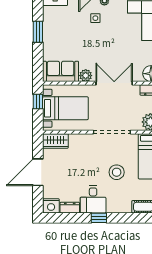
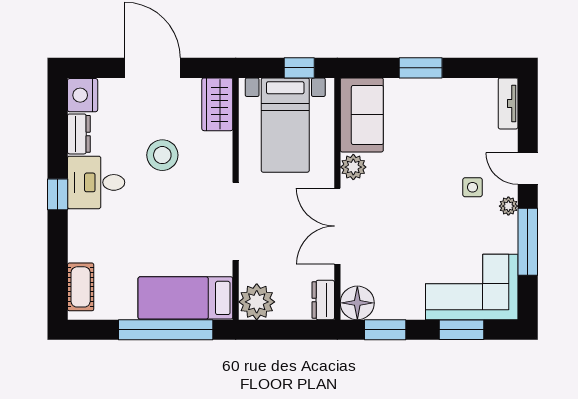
window: (38, 32) -> (421, 68), moved
double door: (114, 83) -> (337, 226), swing flipped
stool: (117, 172) -> (162, 155), moved

